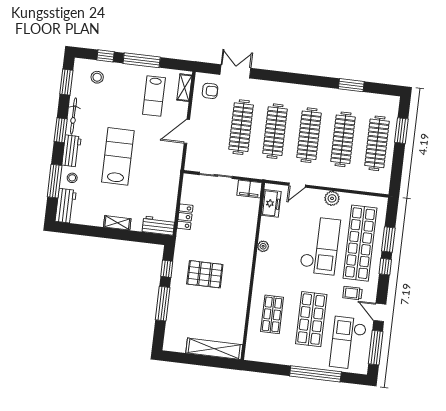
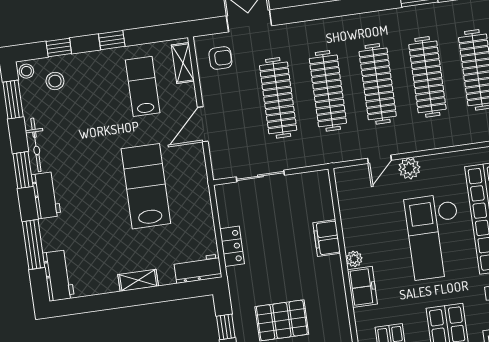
window: (142, 60) -> (112, 40), width x0.46
lab bench: (154, 96) -> (143, 86), turned 180
lab bench: (118, 156) -> (146, 186), moved
stool: (72, 178) -> (26, 71), moved
filing cabinet: (249, 189) -> (327, 238), moved, turned 90
plant: (332, 198) -> (409, 168), moved
freezer: (271, 203) -> (362, 287), moved
checkout: (320, 246) -> (435, 237), turned 180

